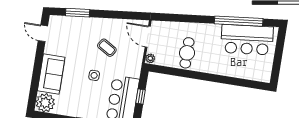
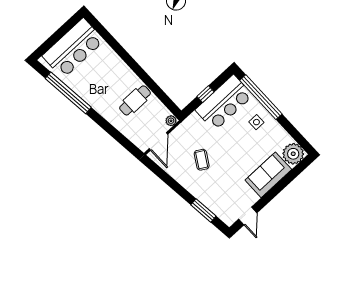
bar counter: (247, 40) -> (73, 48), moved, turned 96
side table: (94, 75) -> (256, 122), moved

